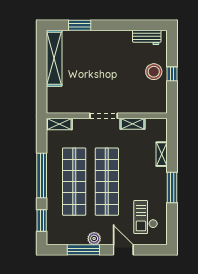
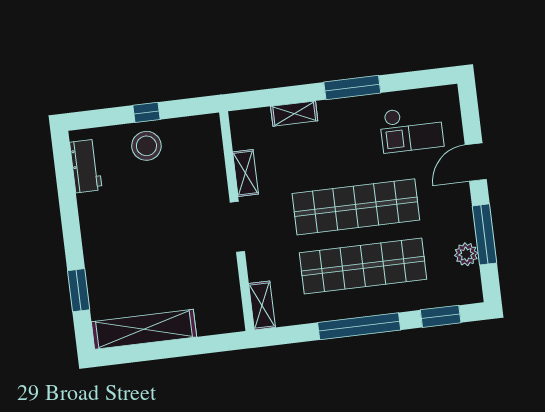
plant: (94, 239) -> (466, 254), moved

